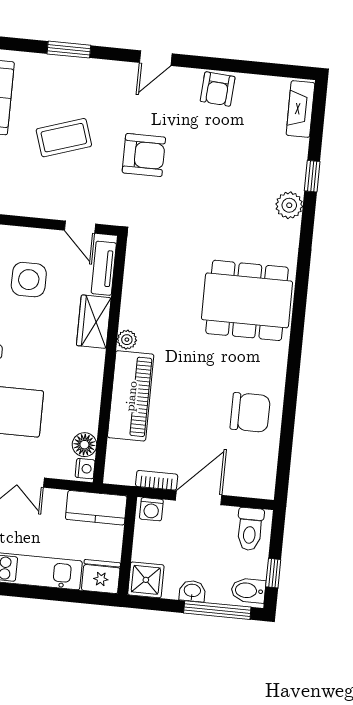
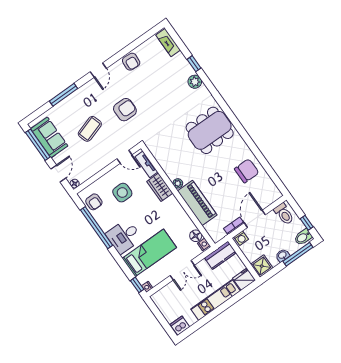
window: (69, 50) -> (63, 95), width x1.44

